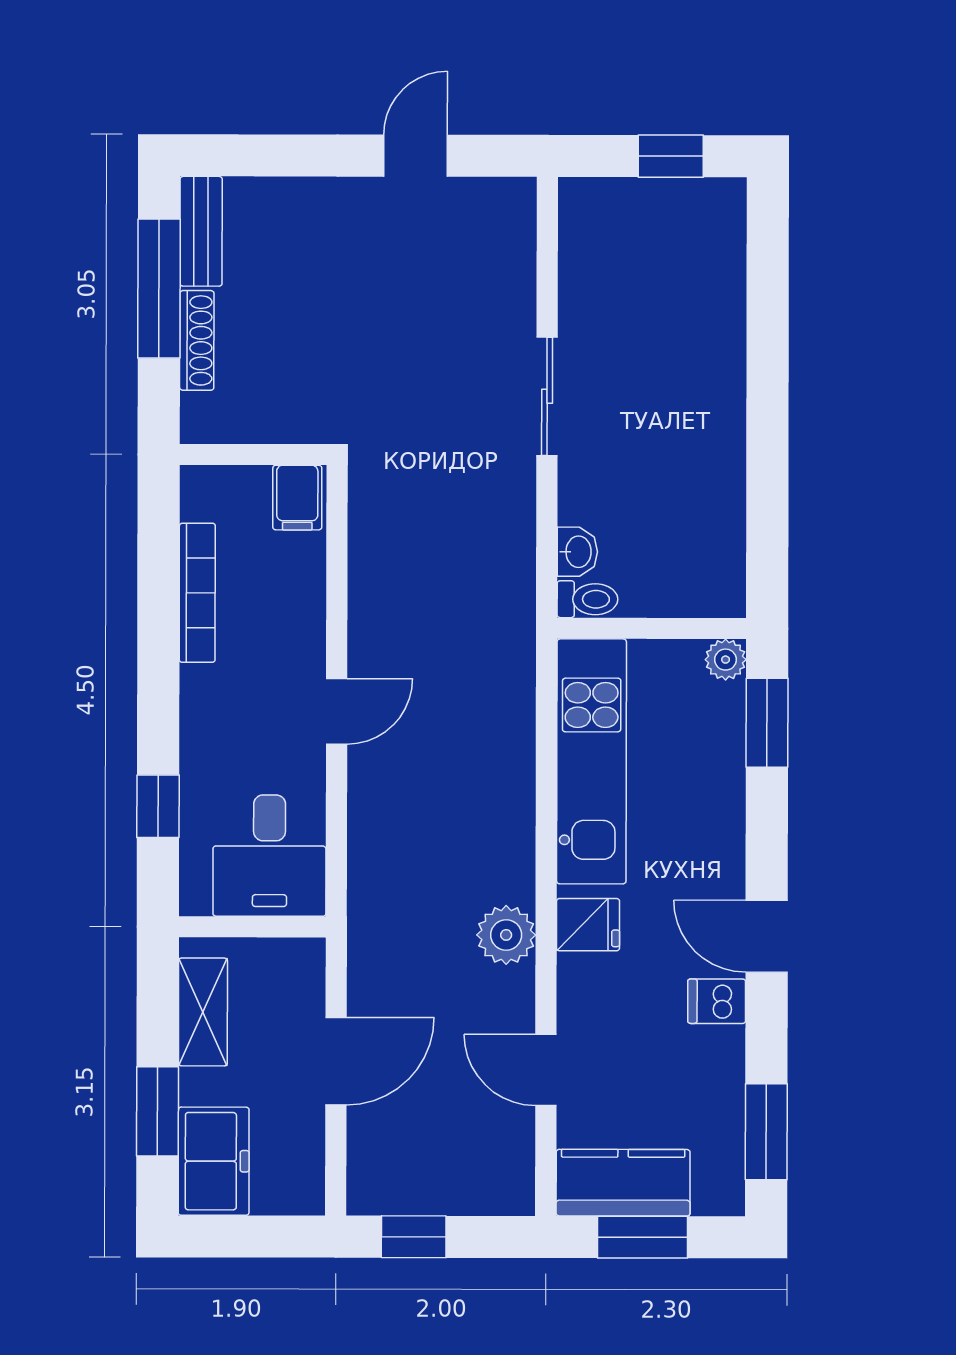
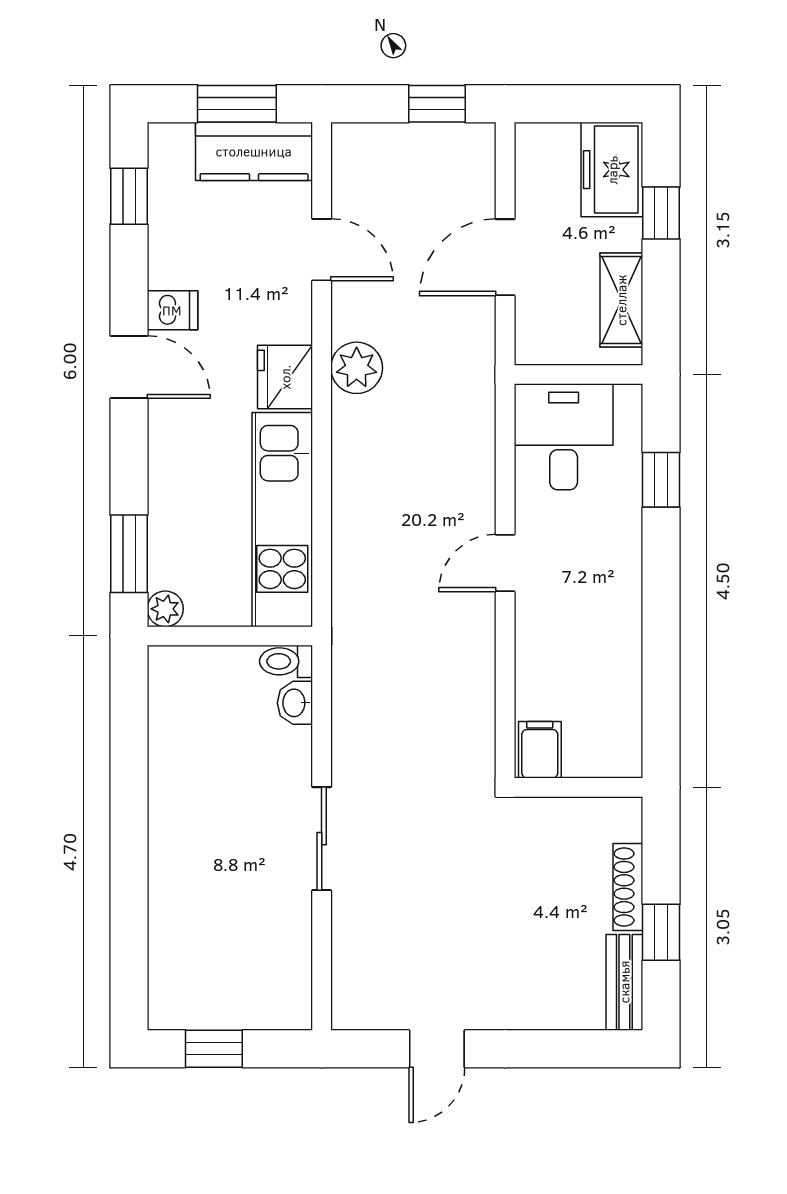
window: (159, 289) -> (661, 932), width x0.46
bookcase: (197, 593) -> (627, 666), removed
fridge: (588, 925) -> (285, 377), width x1.38
window: (157, 1111) -> (661, 213), width x0.67
window: (766, 1132) -> (129, 196), width x0.67

